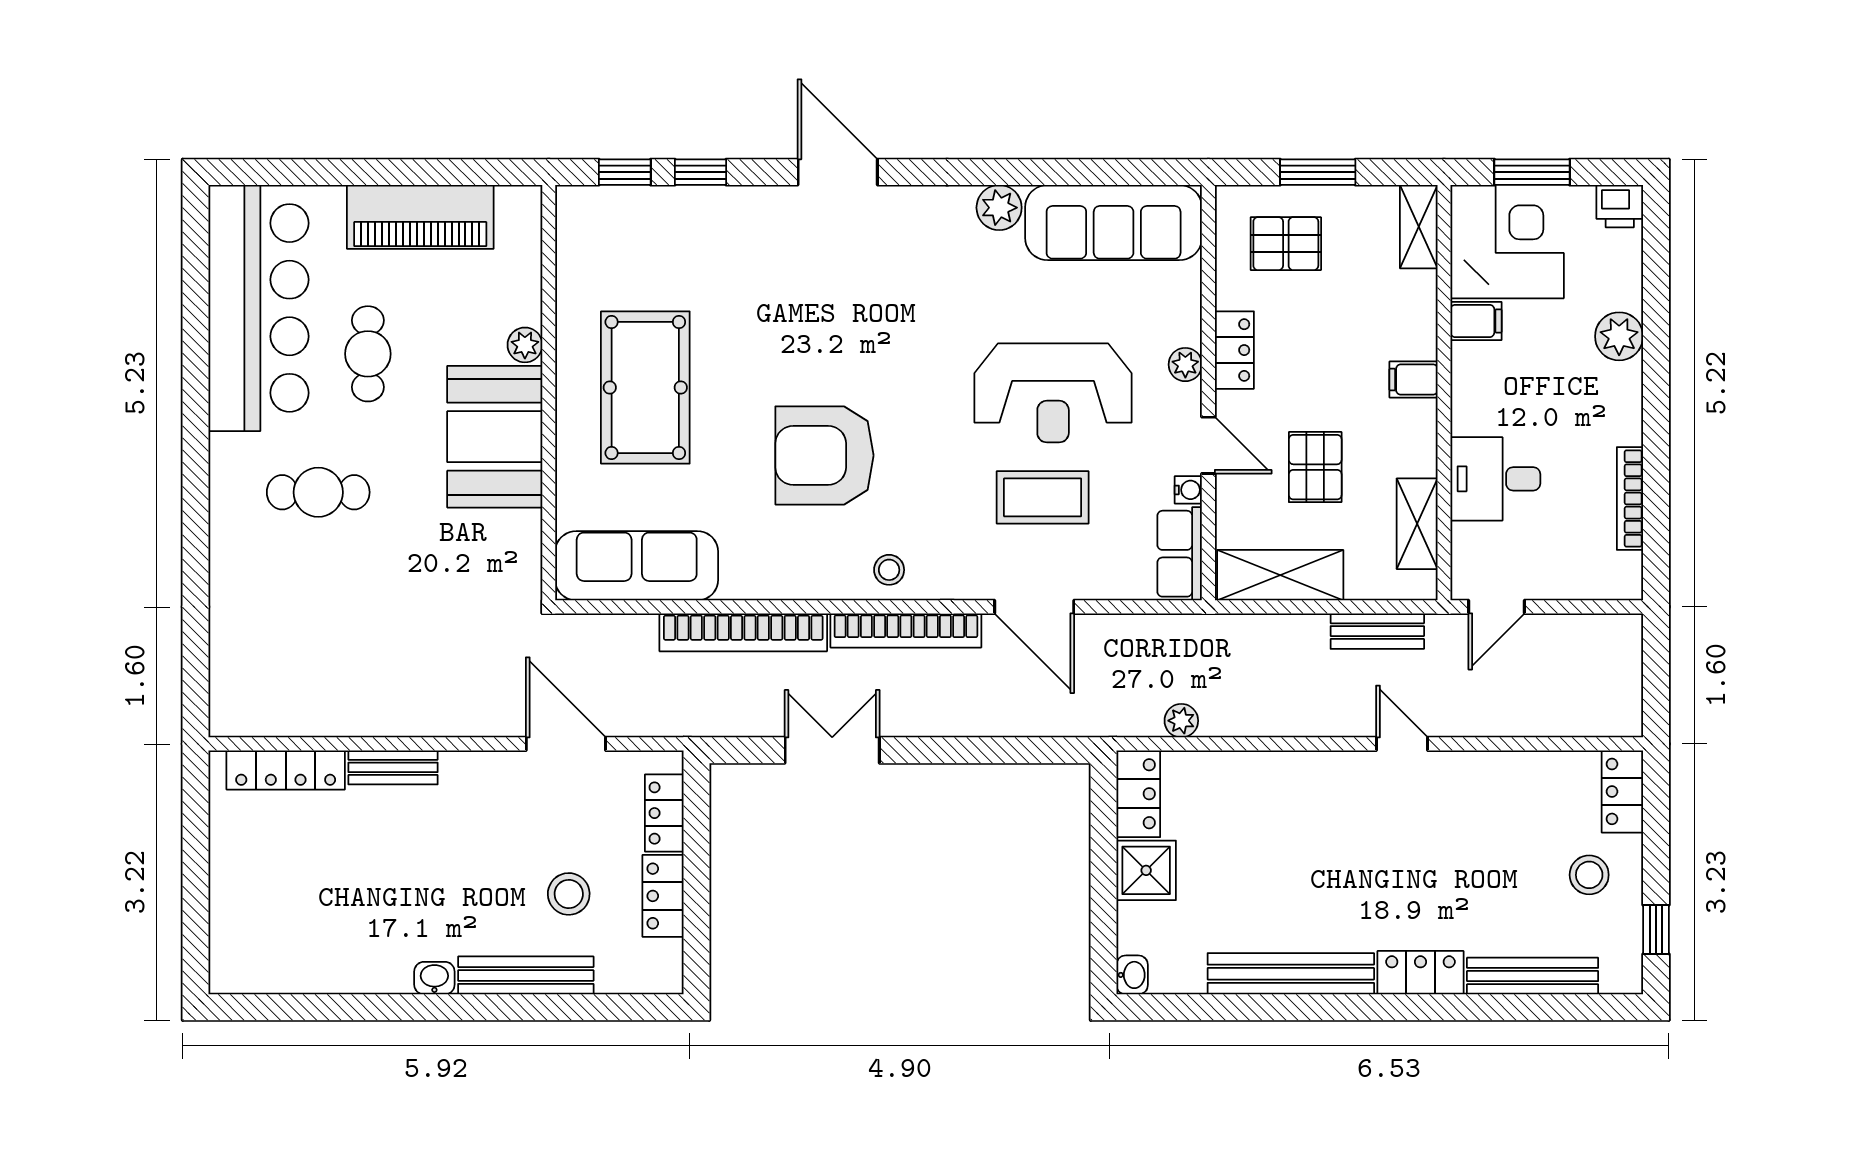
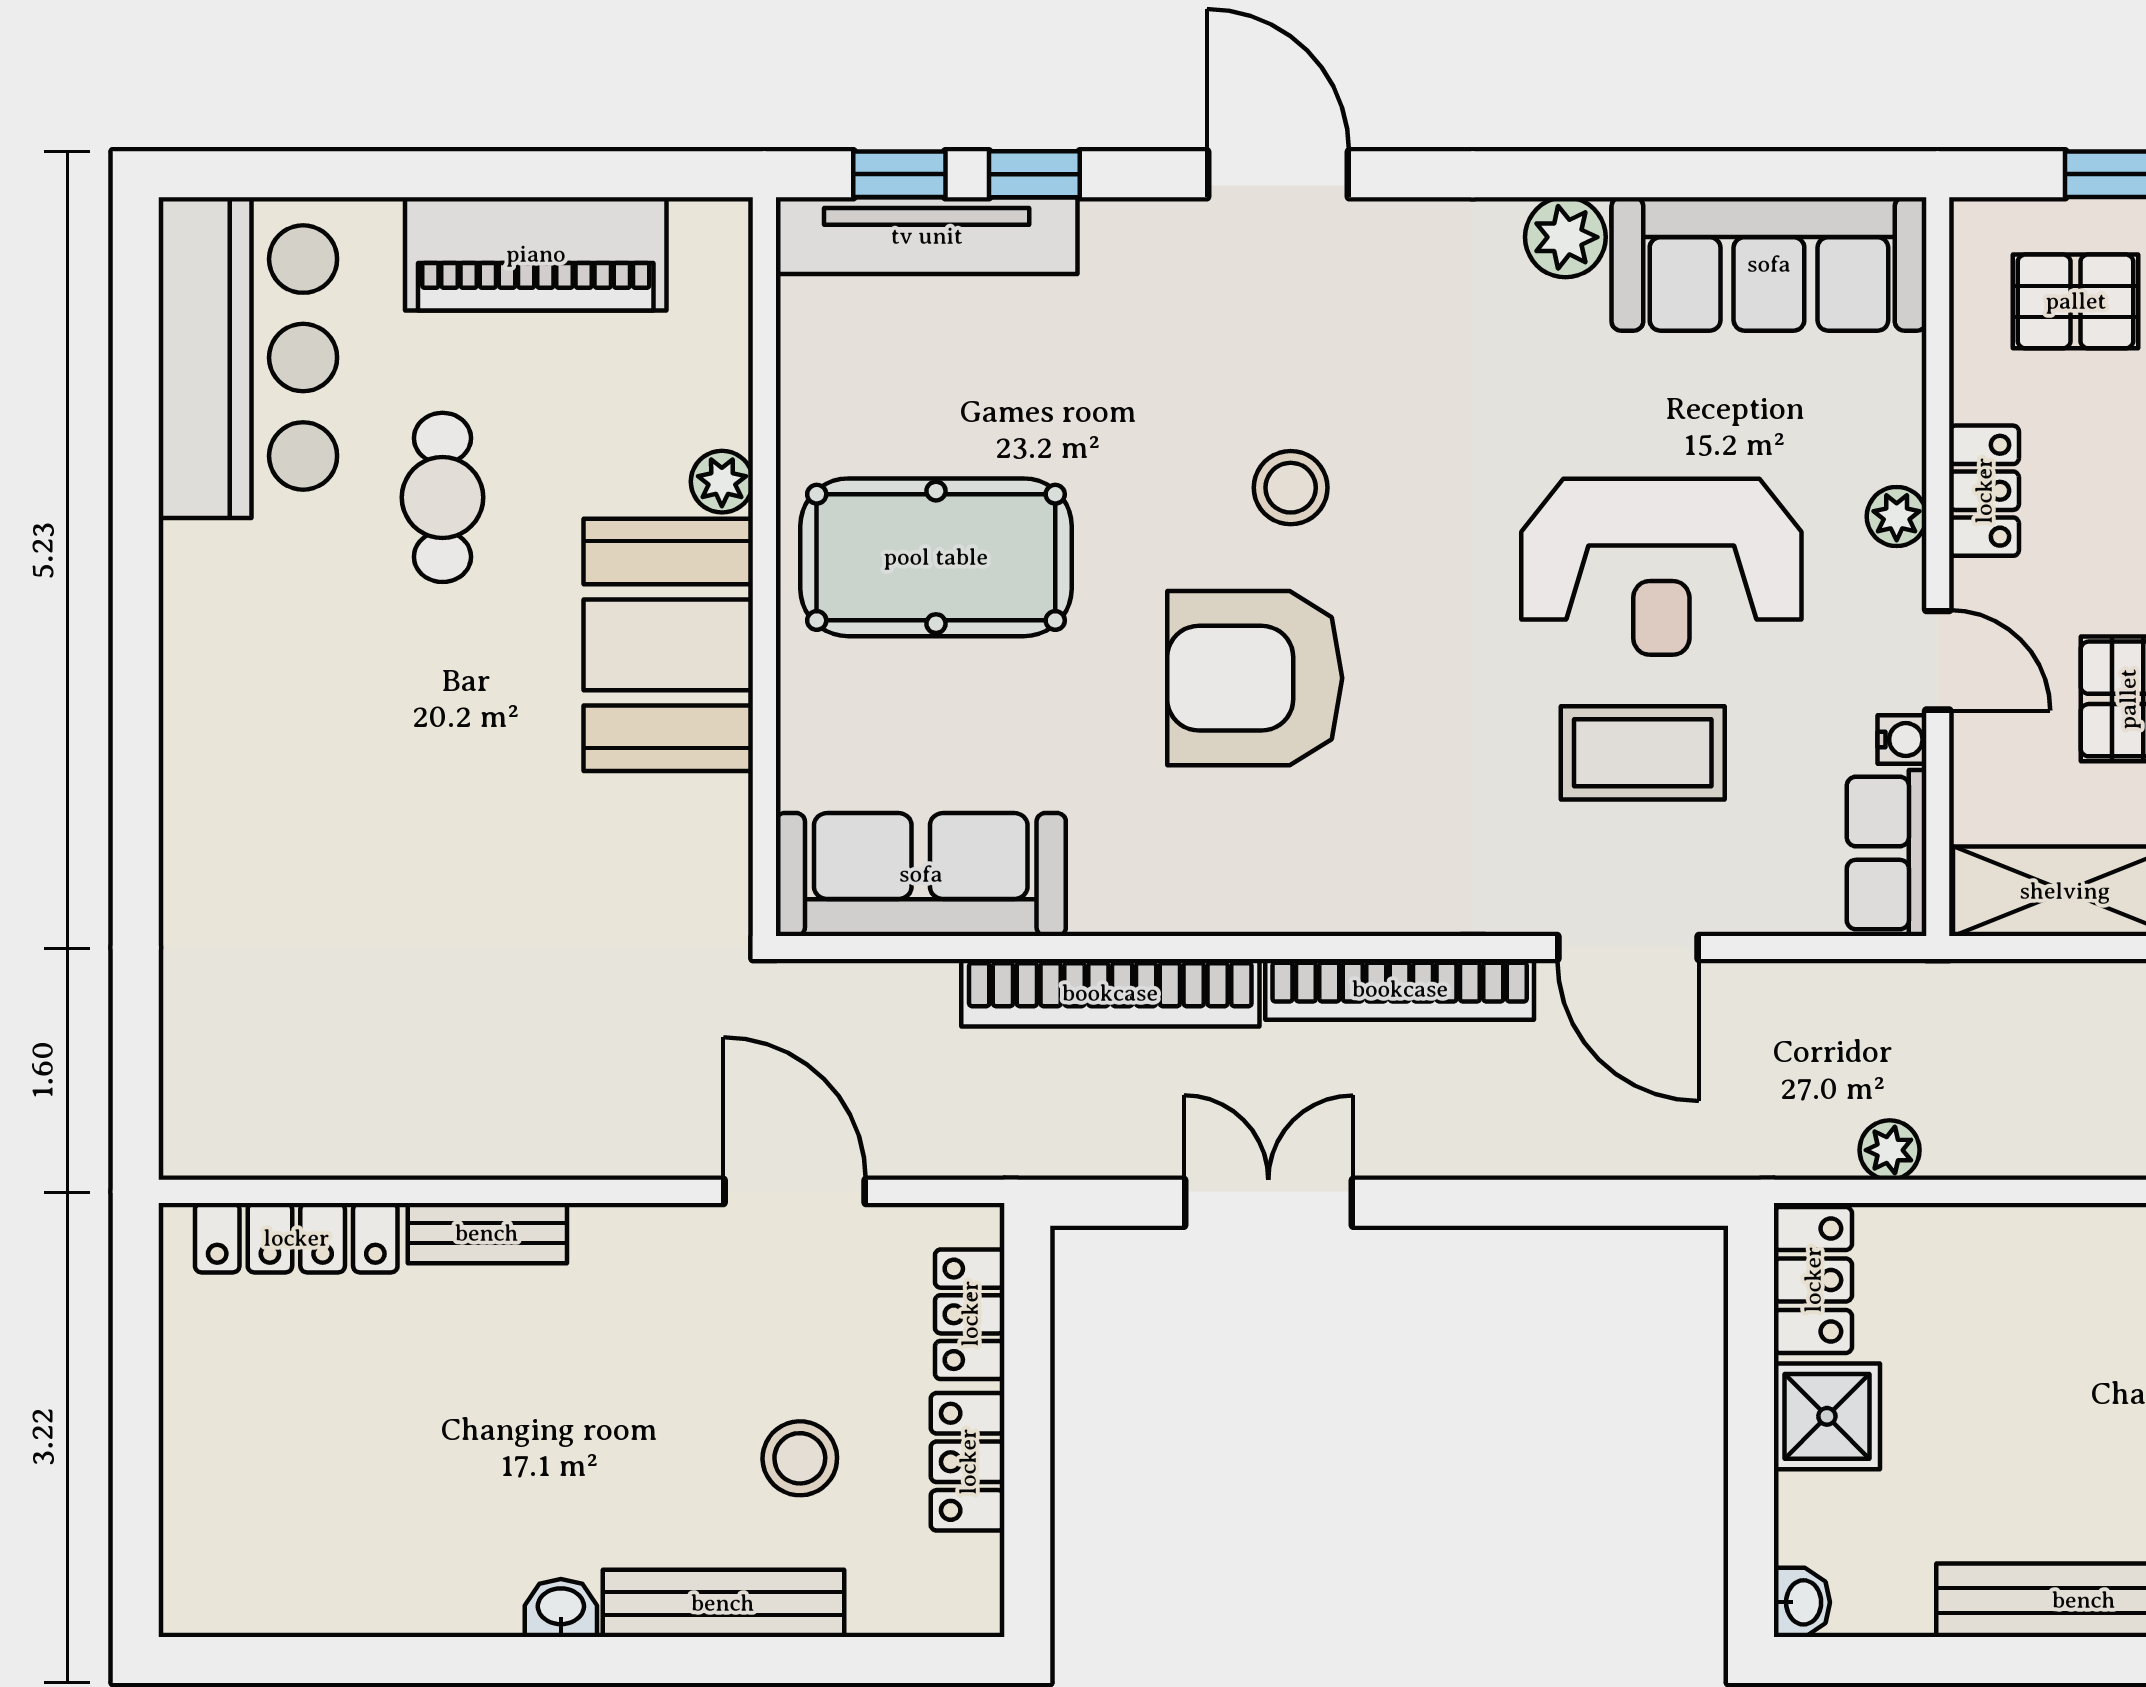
tv unit: (640, 207) -> (927, 236), added
bar counter: (258, 308) -> (248, 358), width x0.73
pool table: (645, 387) -> (936, 557), turned 90
cafe table: (318, 492) -> (354, 744), removed
stool: (889, 570) -> (1291, 488), moved, width x1.37, depth x1.37

